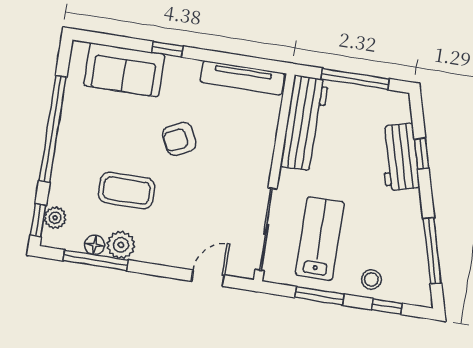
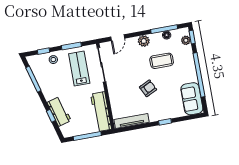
sofa: (124, 70) -> (192, 99), moved, turned -90
lab bench: (320, 239) -> (79, 69), turned 180
plant: (121, 245) -> (144, 41), moved

